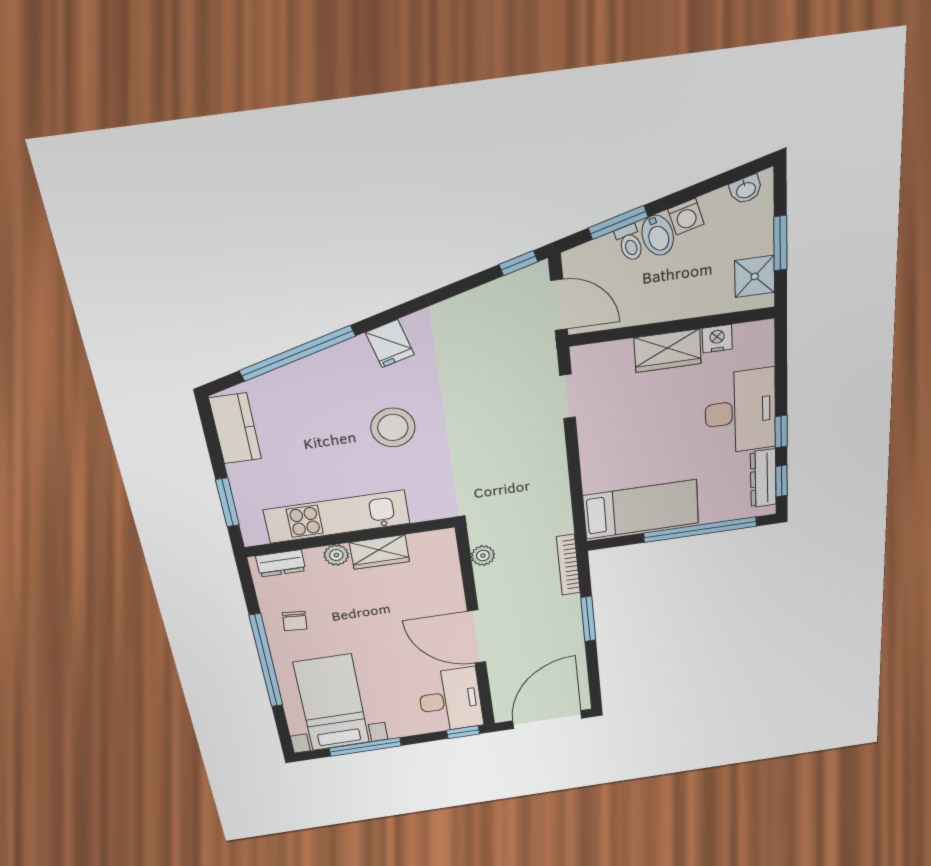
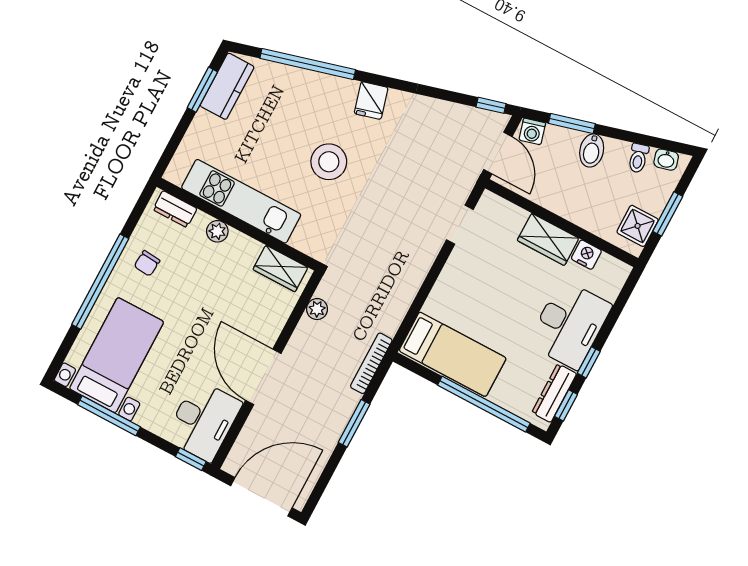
washing machine: (686, 217) -> (532, 132), moved
toilet: (630, 243) -> (638, 158), moved
window: (227, 502) -> (202, 90), moved
wardrobe: (379, 552) -> (280, 268), moved

